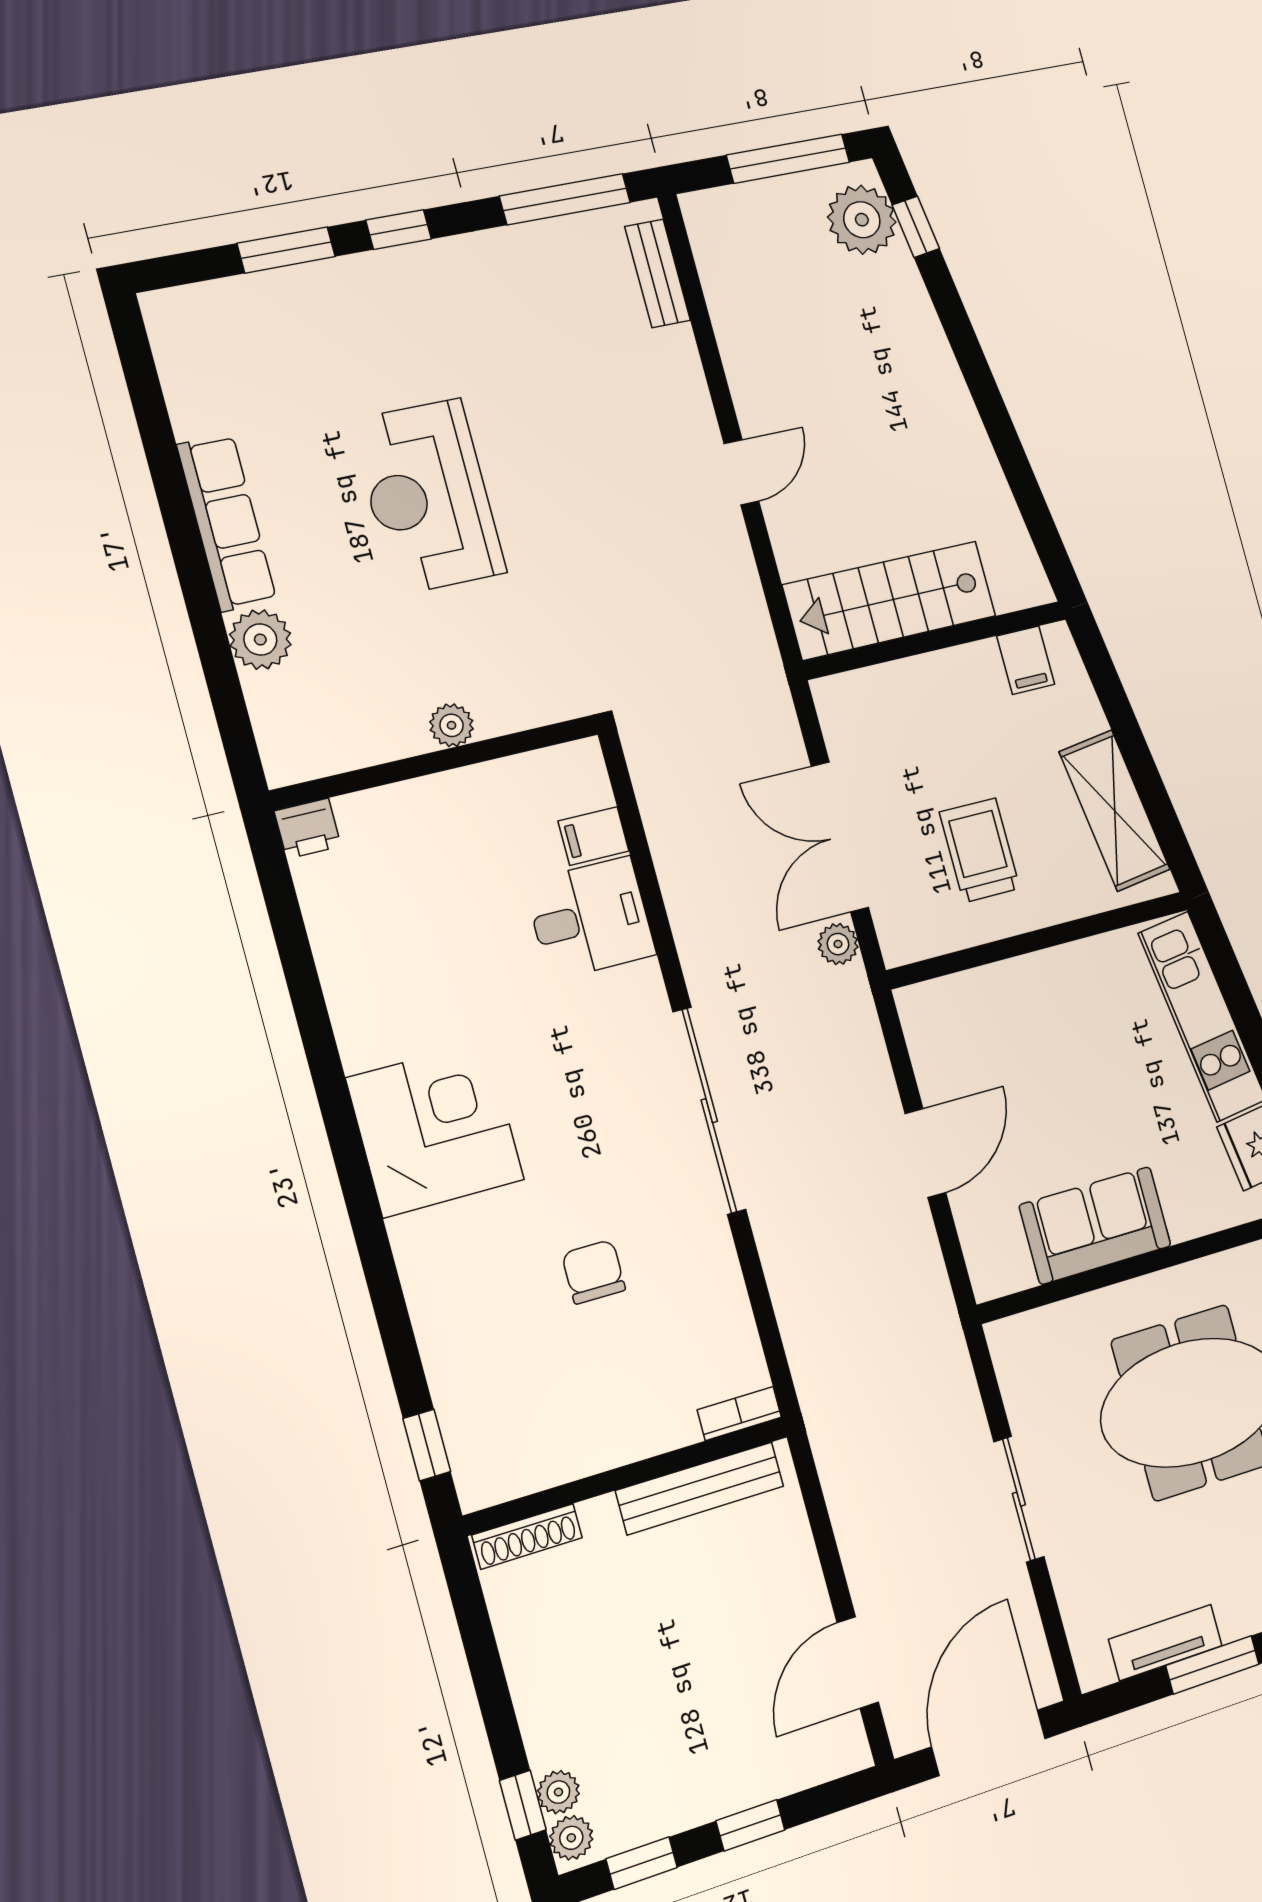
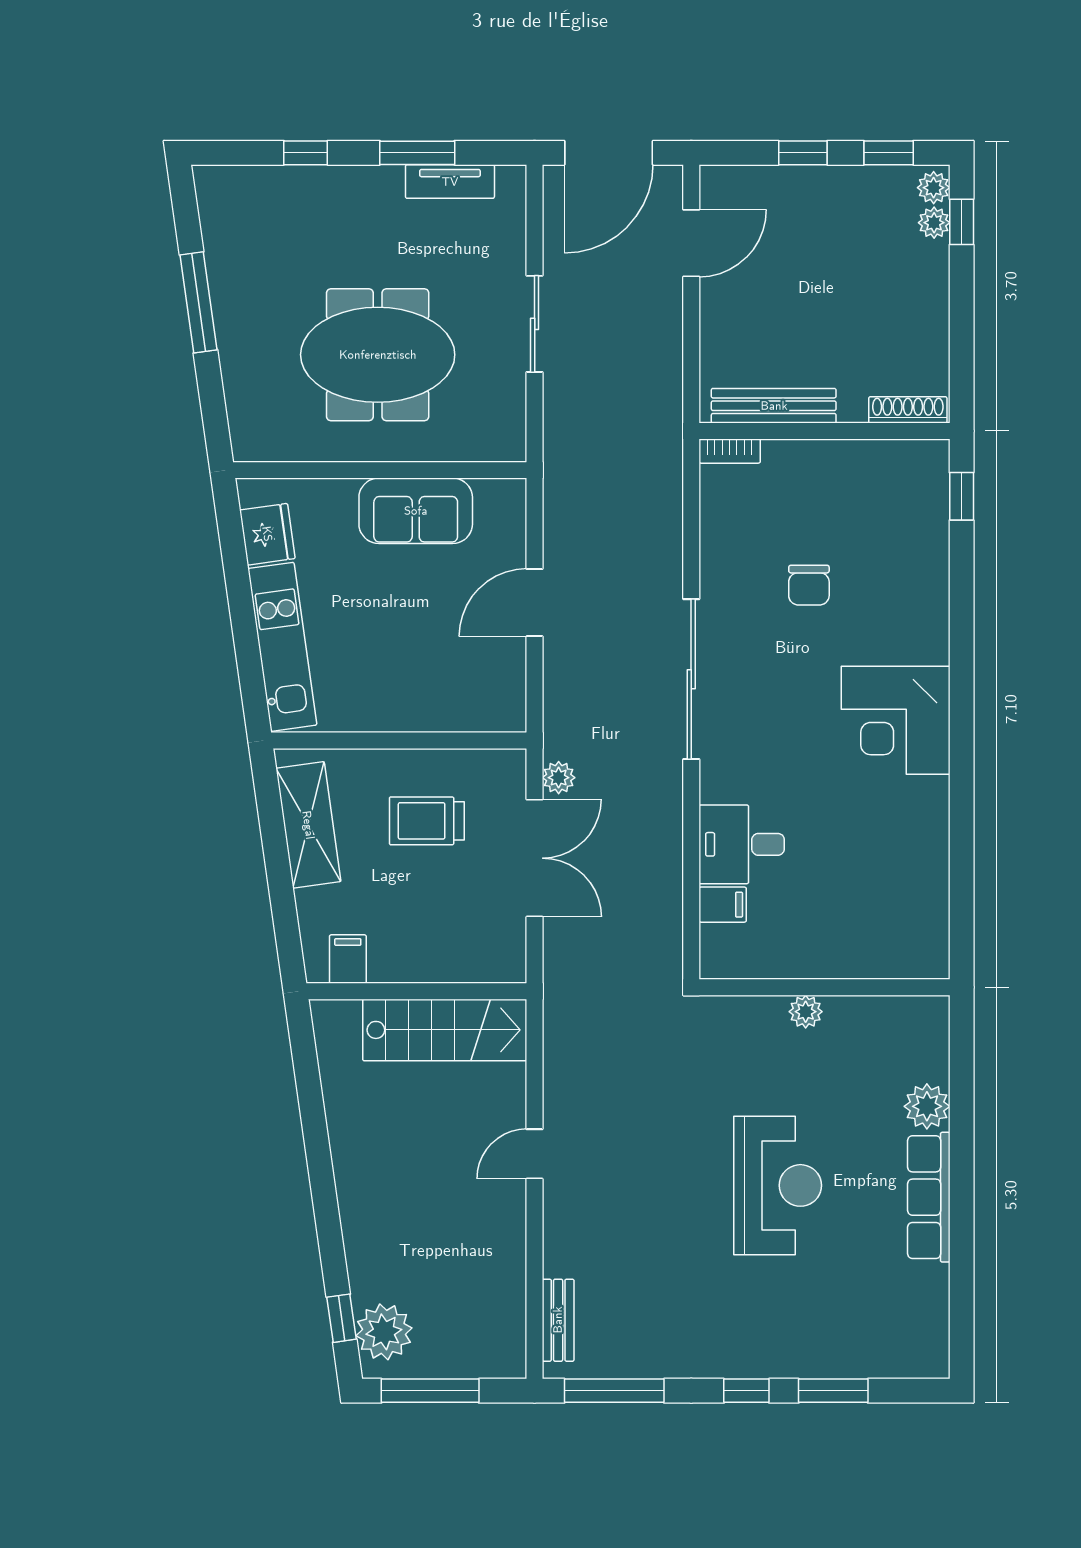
printer: (308, 829) -> (929, 961), removed
trolley: (980, 850) -> (427, 821), turned 90

